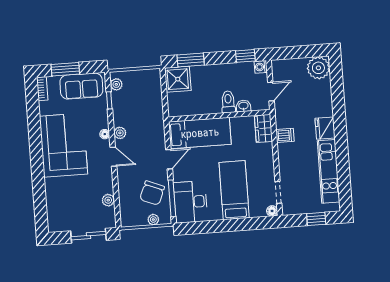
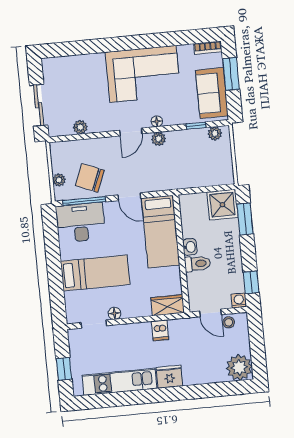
stool: (279, 76) -> (229, 322), added
washbasin: (243, 106) -> (190, 247), moved
floor lamp: (272, 211) -> (114, 313), moved

